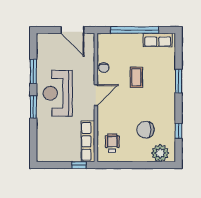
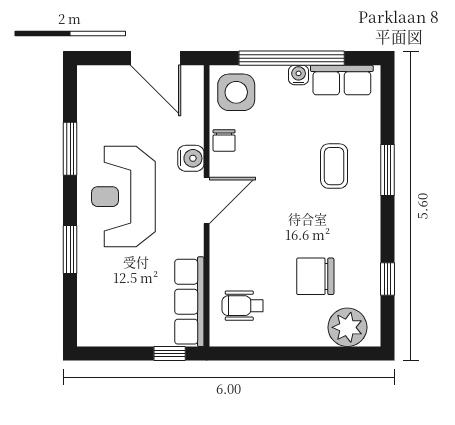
water cooler: (138, 38) -> (299, 75), added
side table: (109, 46) -> (236, 92), added
water cooler: (89, 76) -> (191, 158), added
coffee table: (136, 77) -> (334, 166), moved
window: (33, 107) -> (70, 250), moved
wheelchair: (112, 143) -> (243, 306), turned -90

